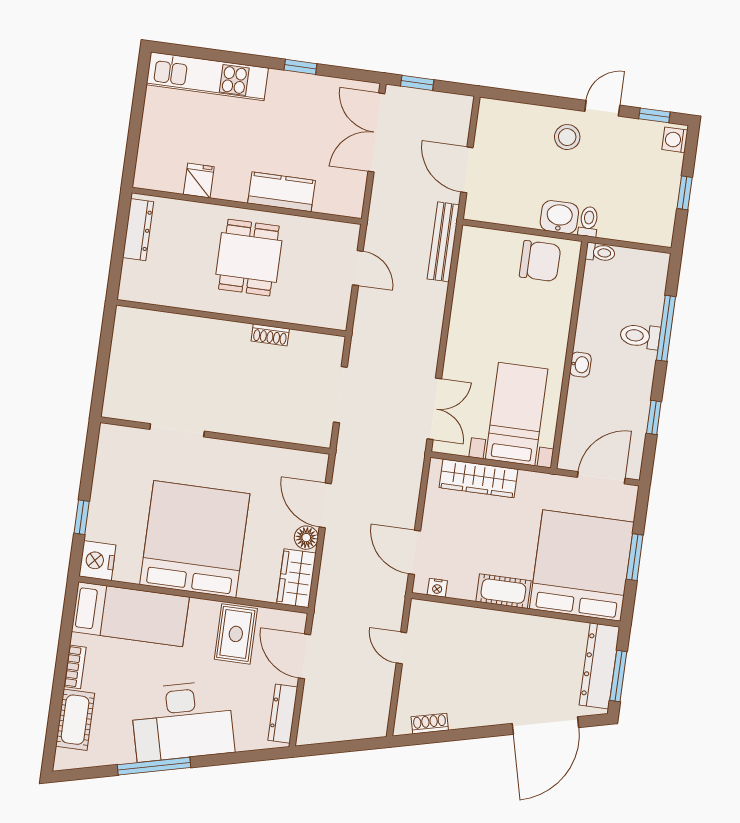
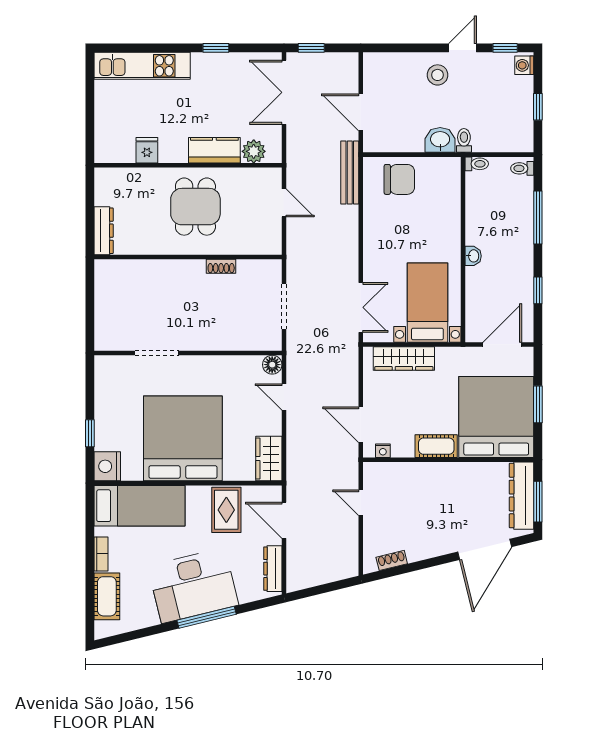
plant: (329, 200) -> (254, 151), added
dresser: (138, 230) -> (104, 231), moved
chair: (540, 261) -> (399, 179), moved
toilet: (640, 336) -> (522, 168), moved, width x0.73, depth x0.72
door: (325, 505) -> (284, 397), width x0.73
floor lamp: (306, 538) -> (272, 365), moved
window: (154, 766) -> (207, 617), moved

